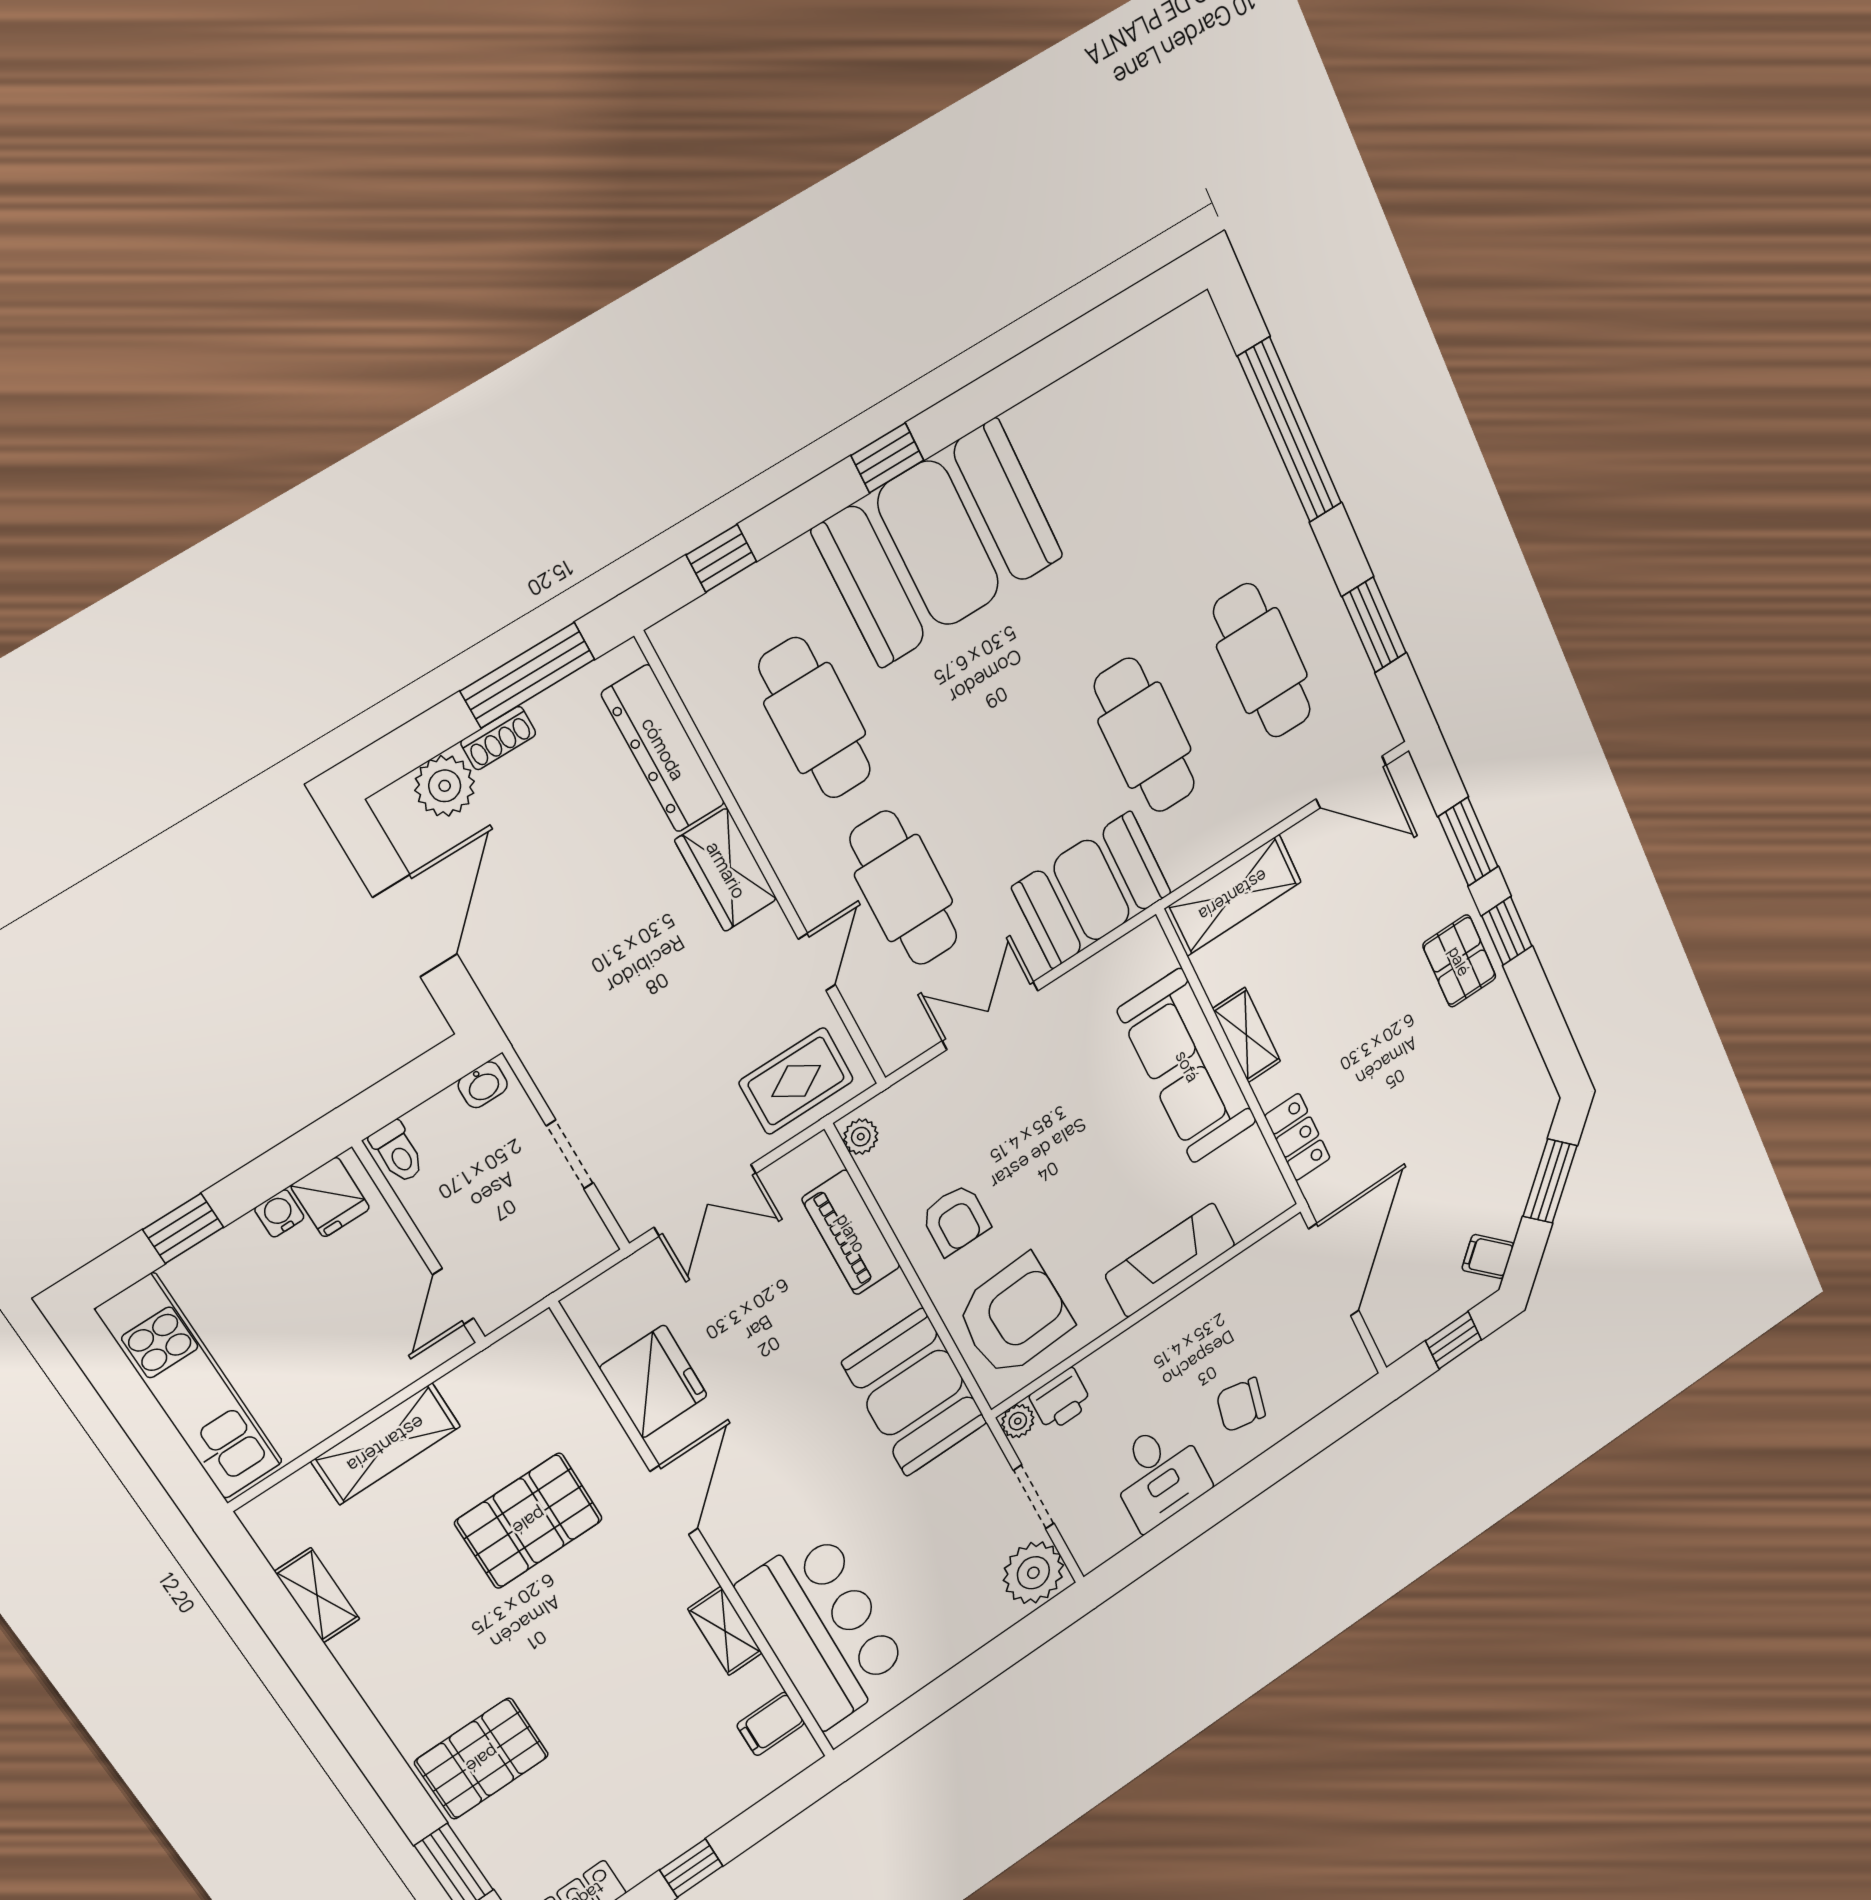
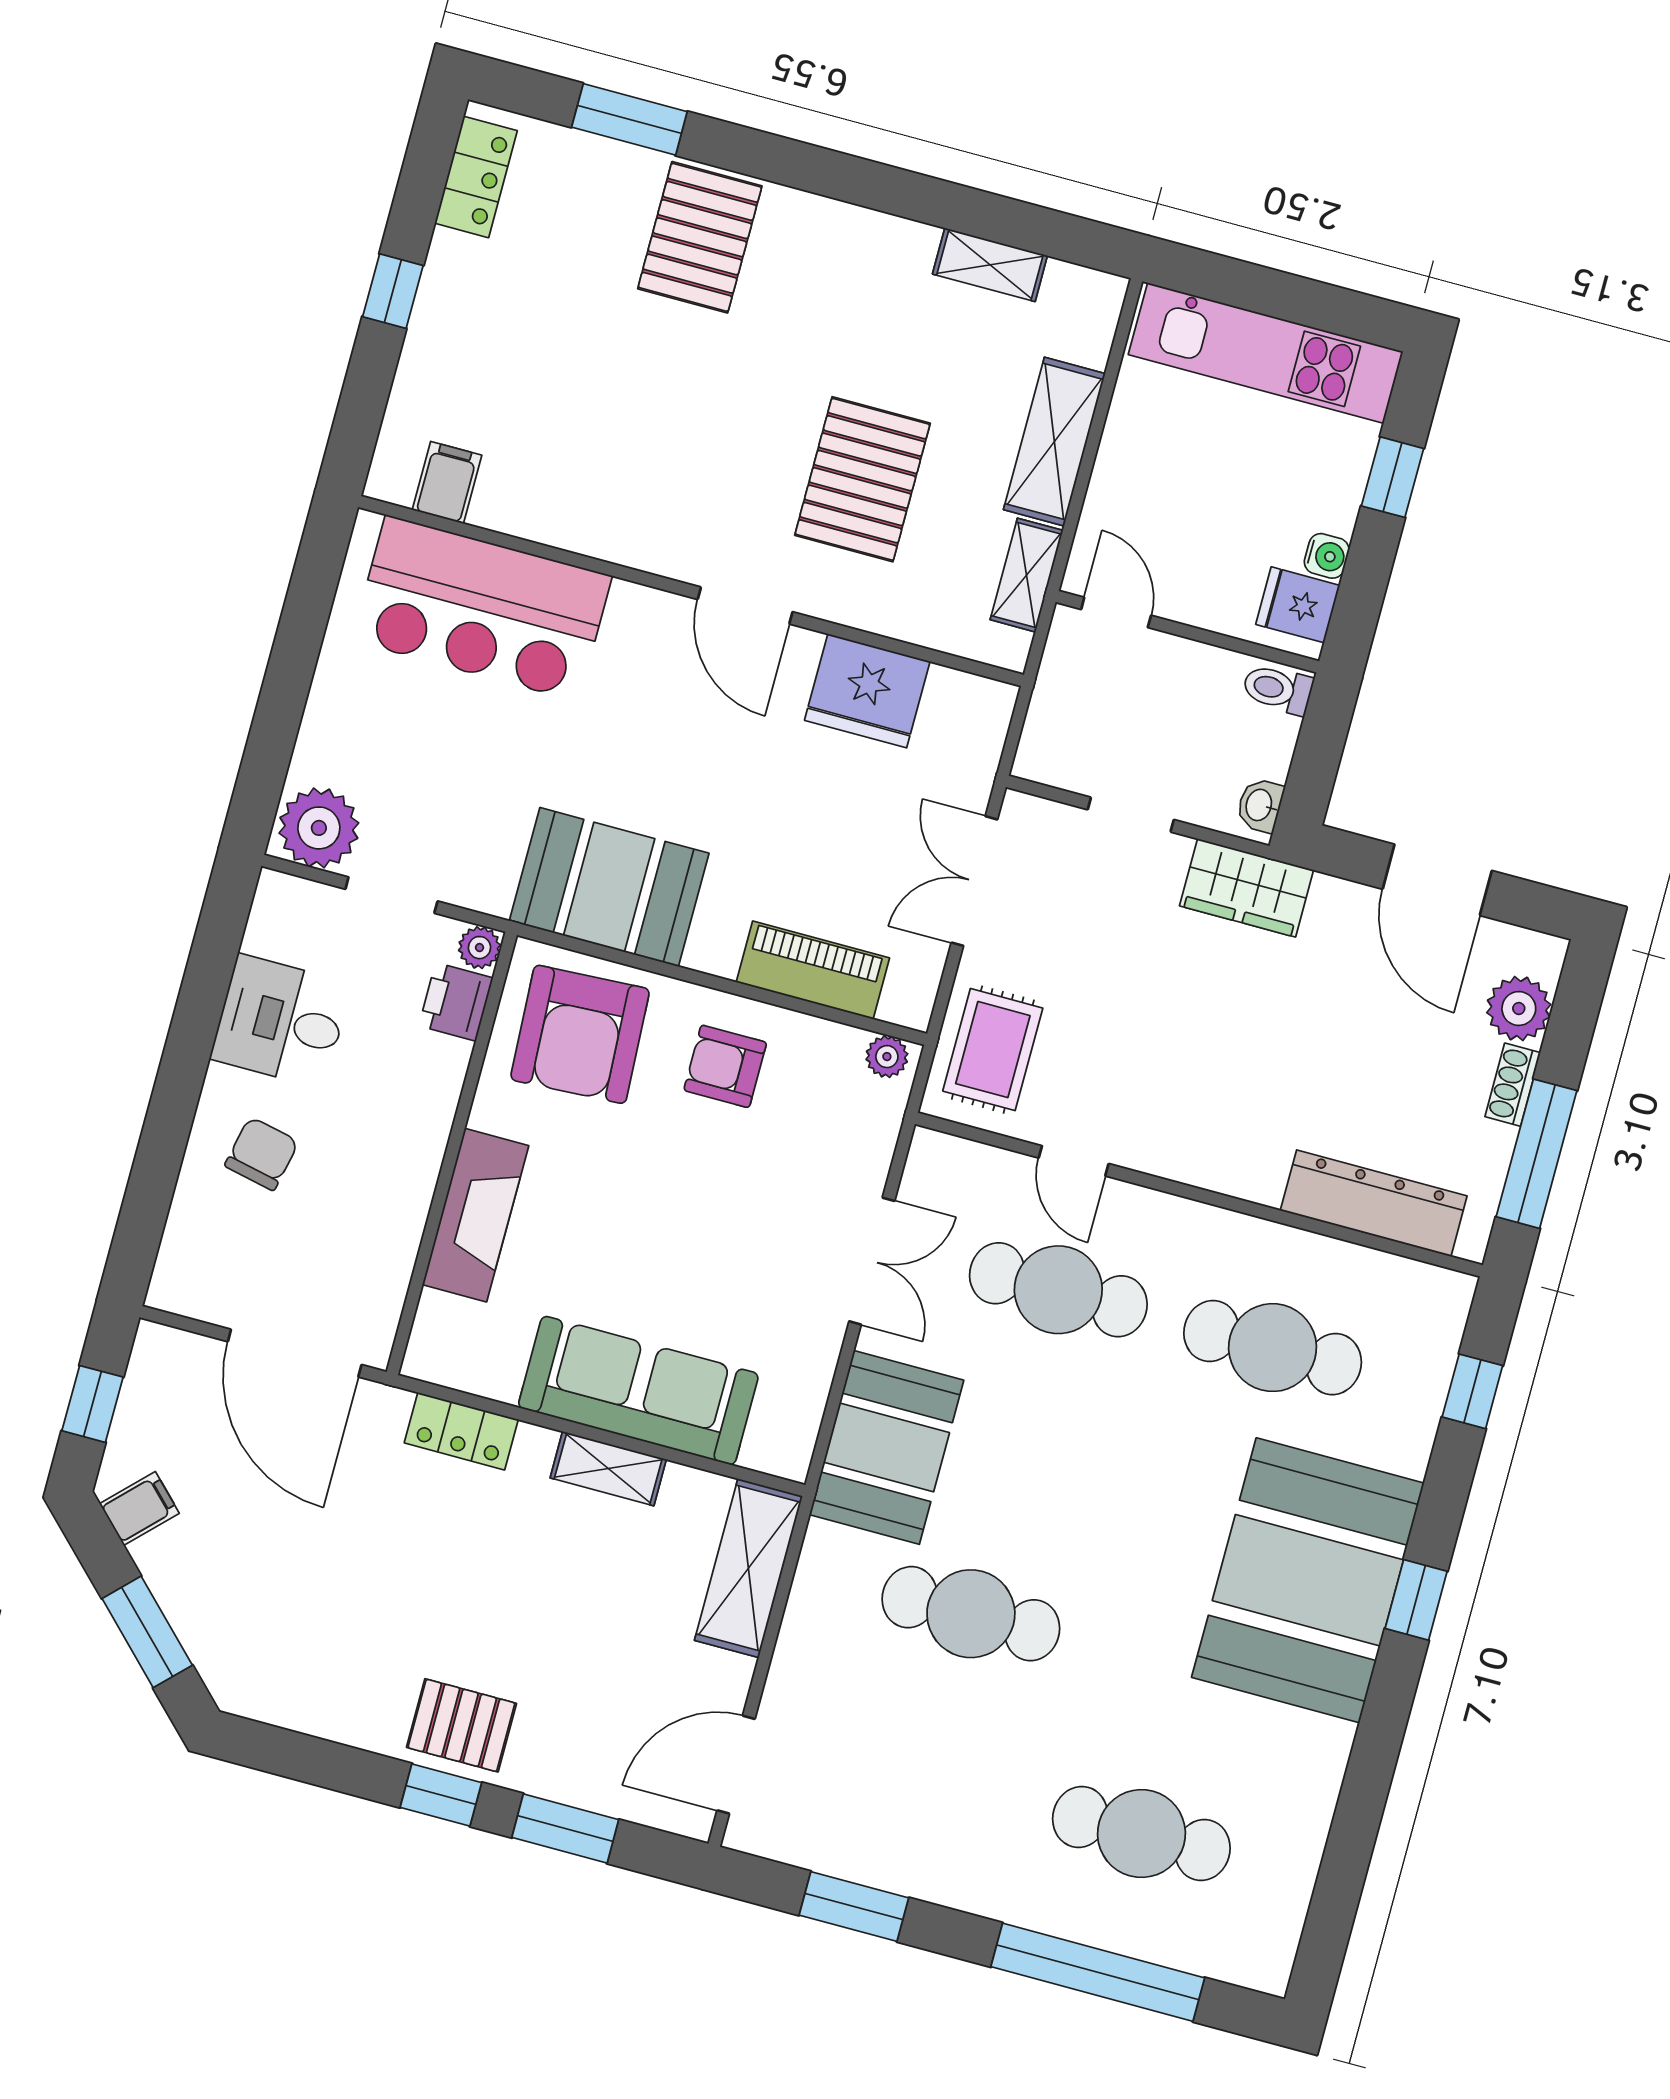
cafe table: (1262, 661) -> (1141, 1833), moved
wardrobe: (726, 870) -> (1247, 888), moved, turned 180
shelving: (725, 1631) -> (1027, 575), moved, turned 90

